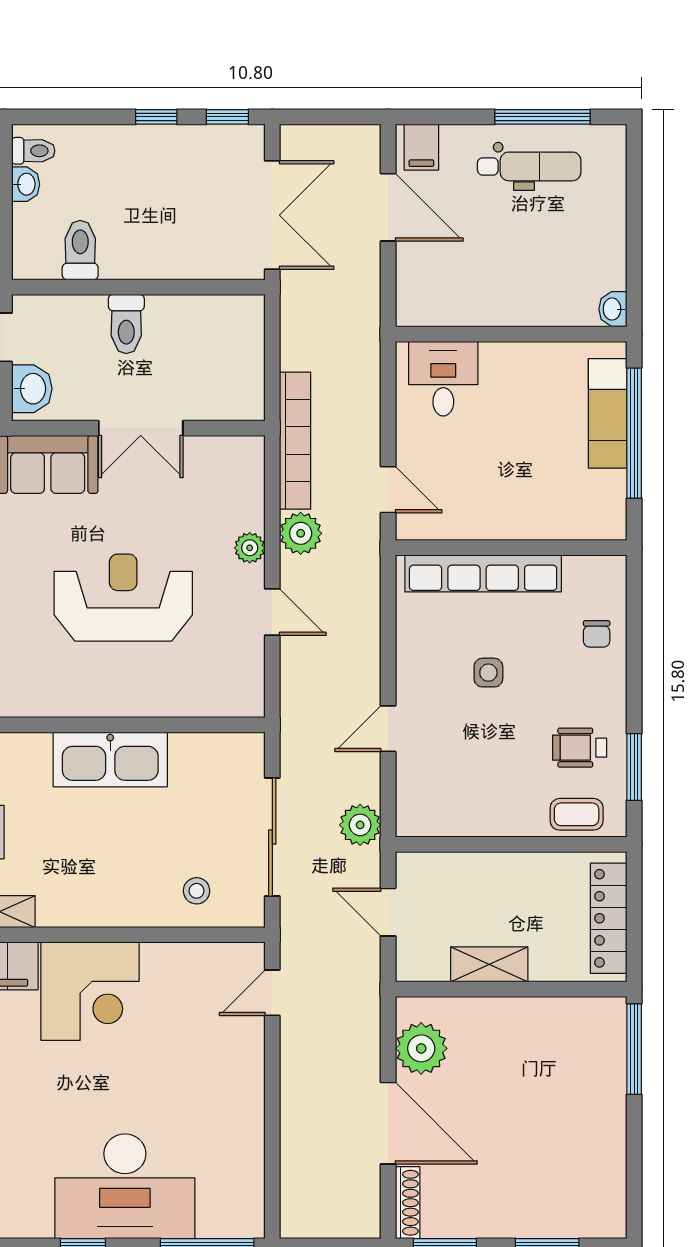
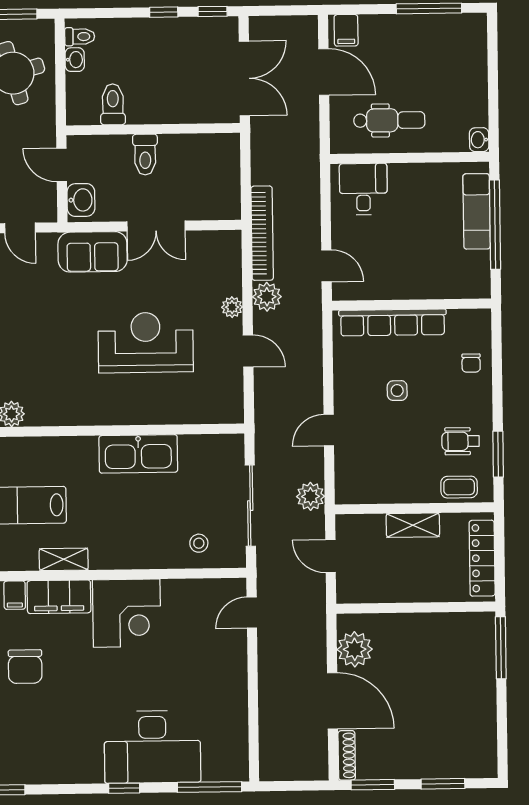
dental chair: (529, 166) -> (389, 120), moved
shelving: (489, 964) -> (413, 525), moved

